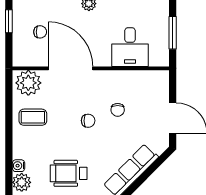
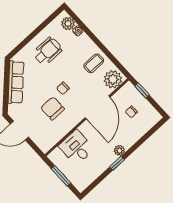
window: (9, 21) -> (142, 90), moved
door: (71, 68) -> (98, 107), hinge flipped
chair: (118, 110) -> (53, 108), width x1.87, depth x1.87

